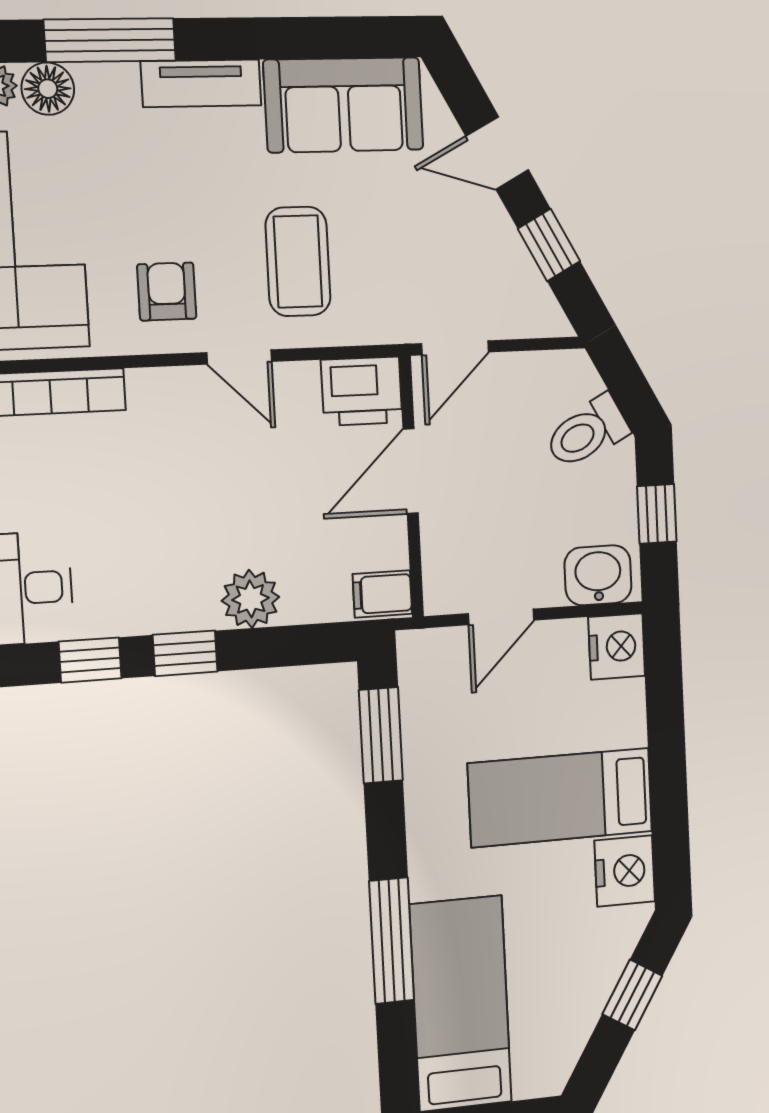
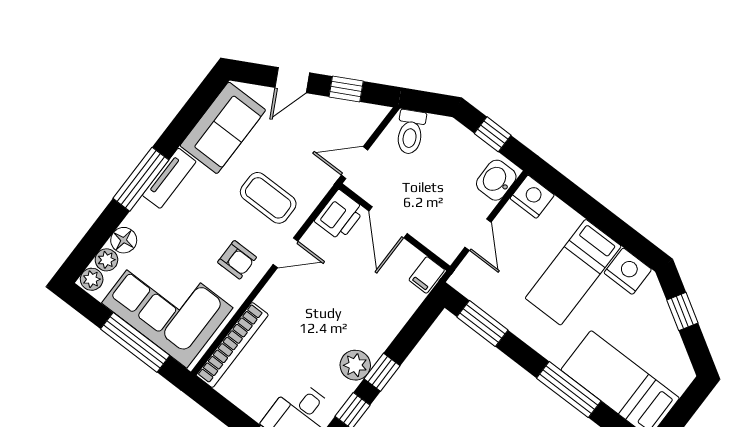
window: (110, 40) -> (141, 179), moved
armchair: (167, 292) -> (237, 260), turned 180
door: (455, 348) -> (355, 163), swing flipped
toilet: (587, 432) -> (411, 132), moved
plant: (251, 599) -> (355, 365), moved

